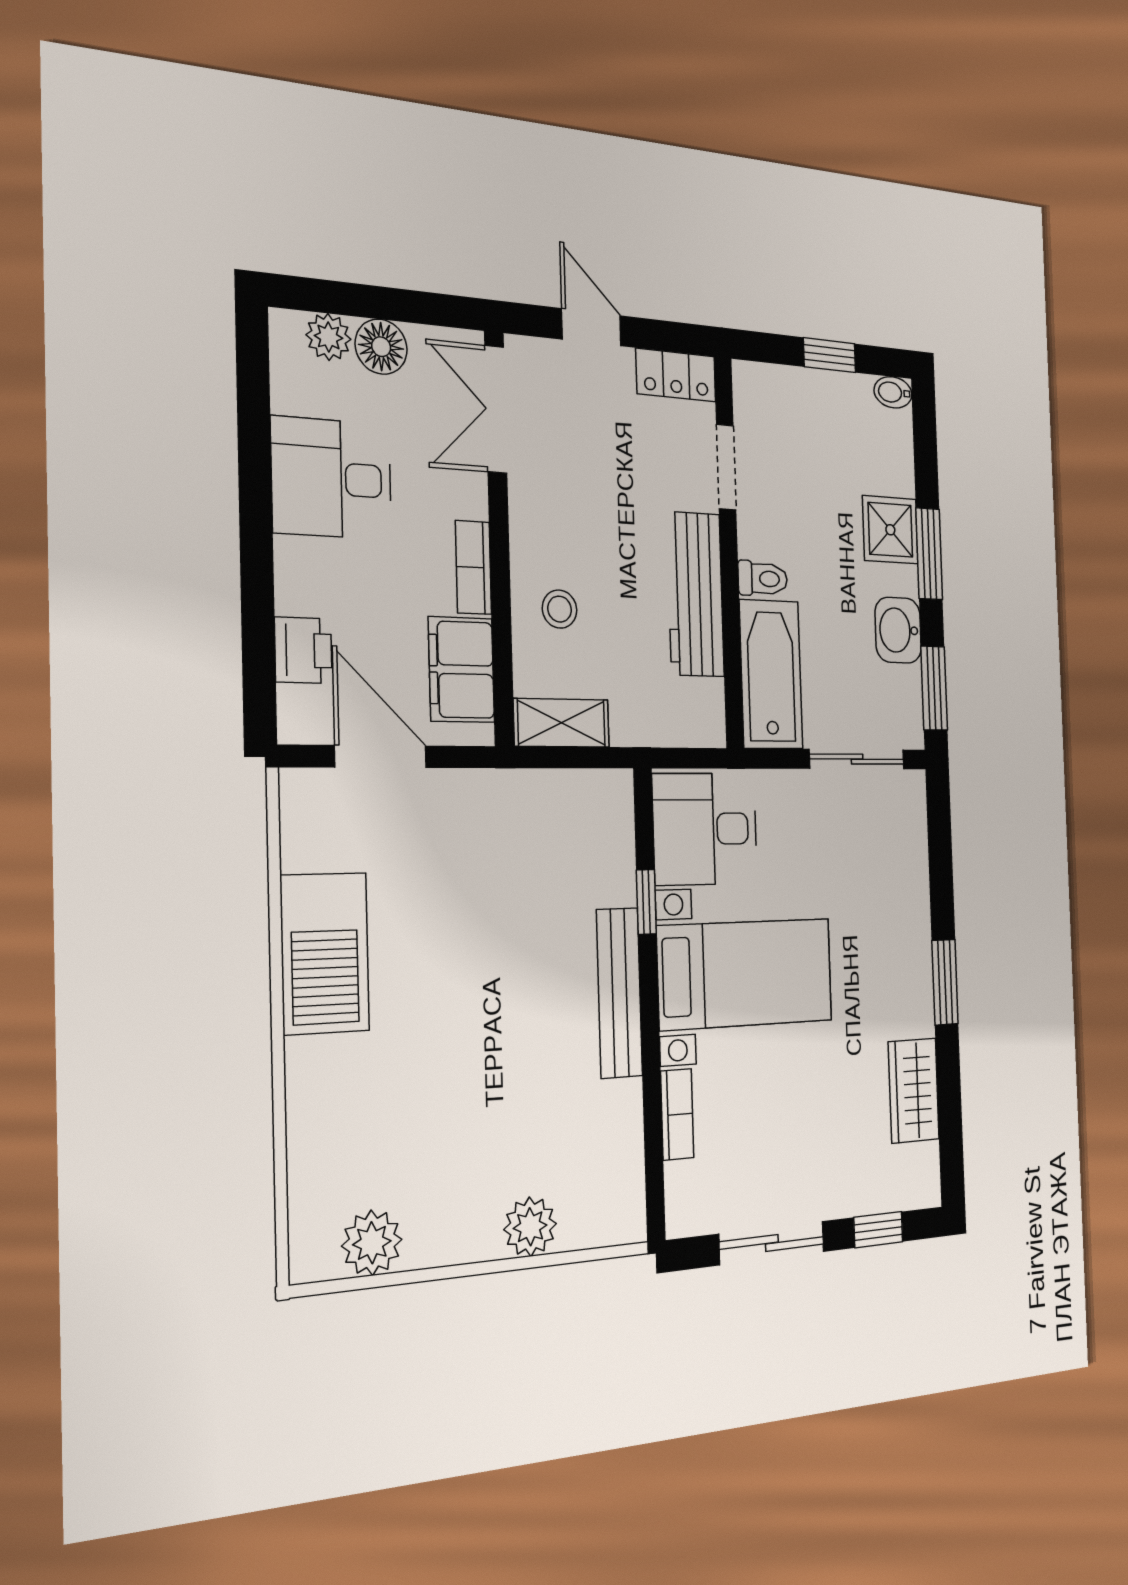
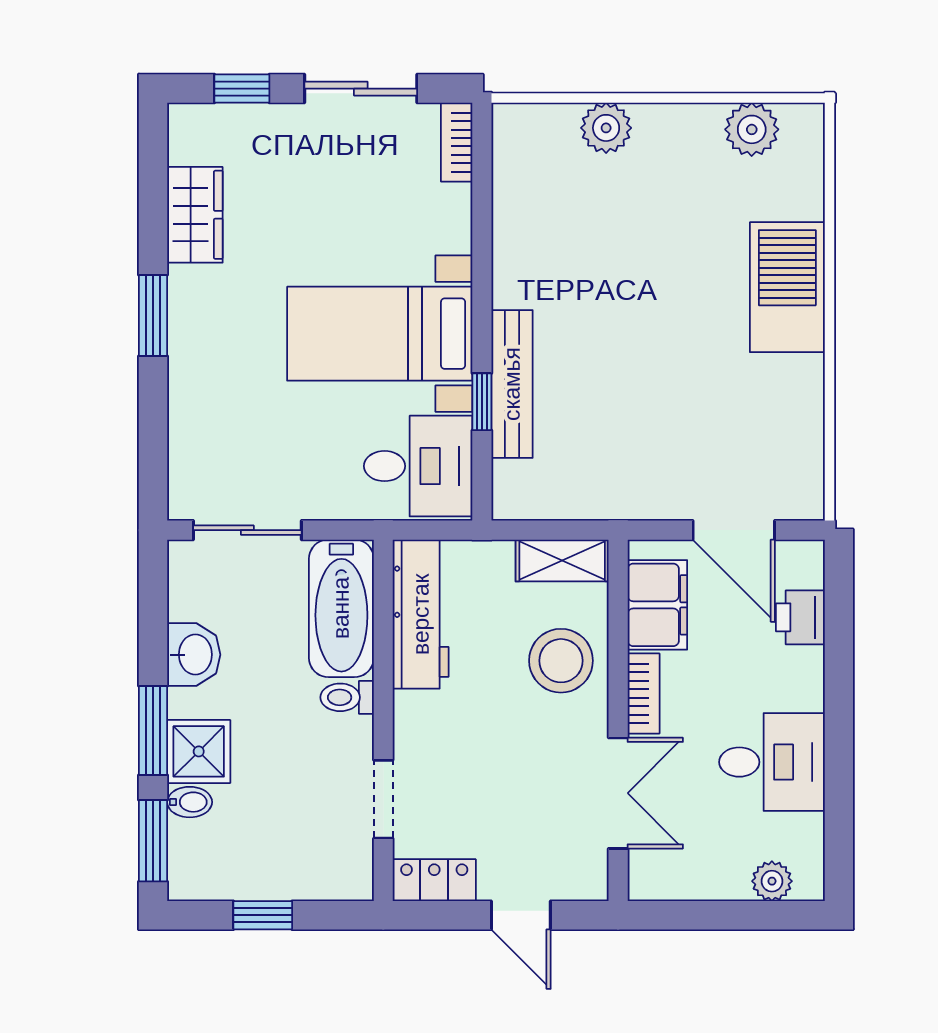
floor lamp: (381, 347) -> (725, 878), removed
bidet: (893, 392) -> (190, 802), moved
double door: (496, 409) -> (618, 793), moved
workbench: (695, 594) -> (421, 614), moved
stool: (560, 609) -> (561, 661), width x1.89, depth x1.89
window: (934, 688) -> (153, 841), moved
barbecue: (325, 953) -> (787, 287), moved
bench: (619, 993) -> (512, 384), moved
bookcase: (677, 1114) -> (457, 142), moved

